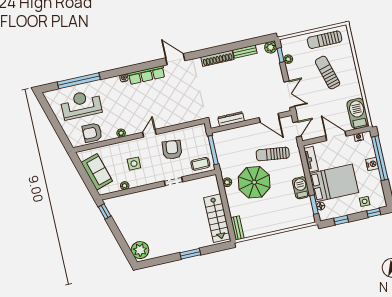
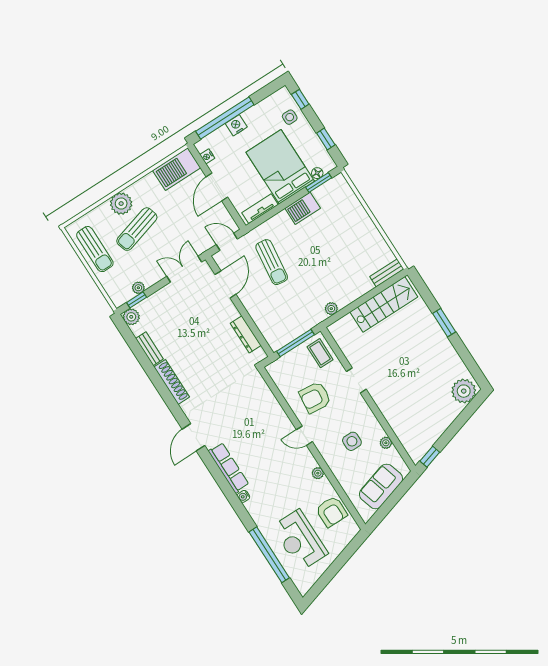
plant: (348, 68) -> (121, 204), added
parasol: (254, 182) -> (318, 273), removed

